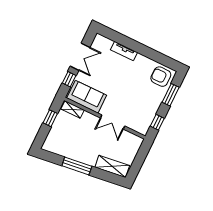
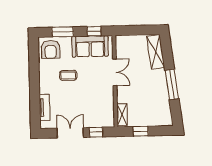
tv unit: (124, 51) -> (45, 107), moved
coffee table: (130, 80) -> (68, 75), added
sofa: (87, 97) -> (90, 46), moved, turned -90

